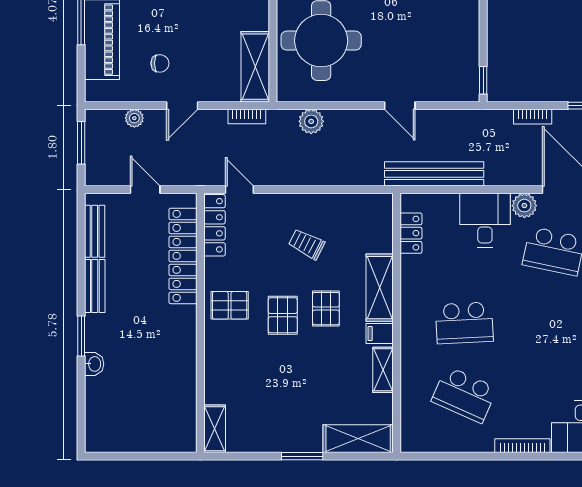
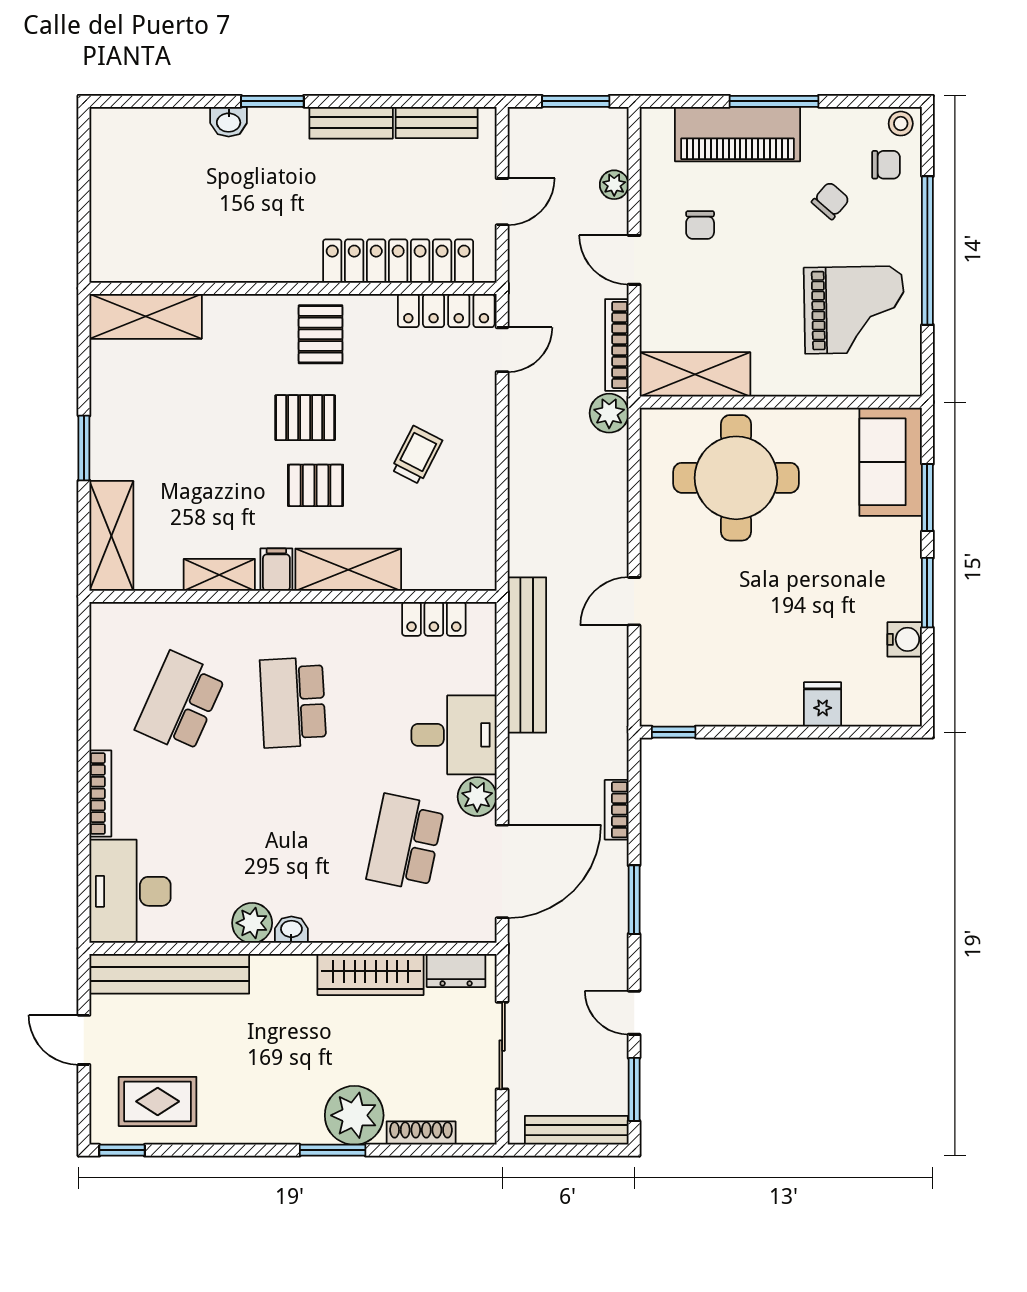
bookcase: (247, 117) -> (617, 345), width x1.56
plant: (311, 121) -> (609, 413), moved
shelving: (215, 429) -> (146, 316), width x1.50, depth x1.33

